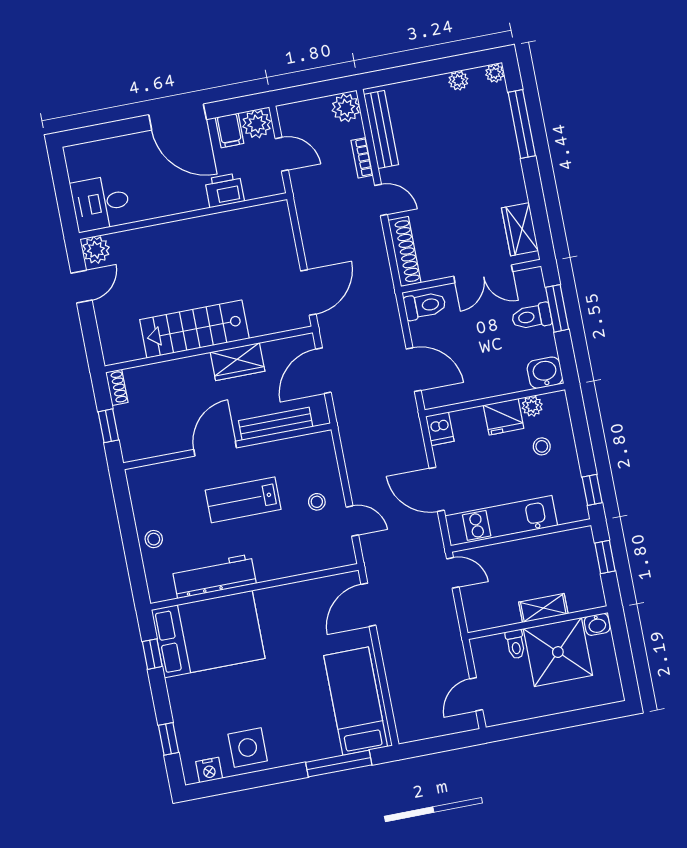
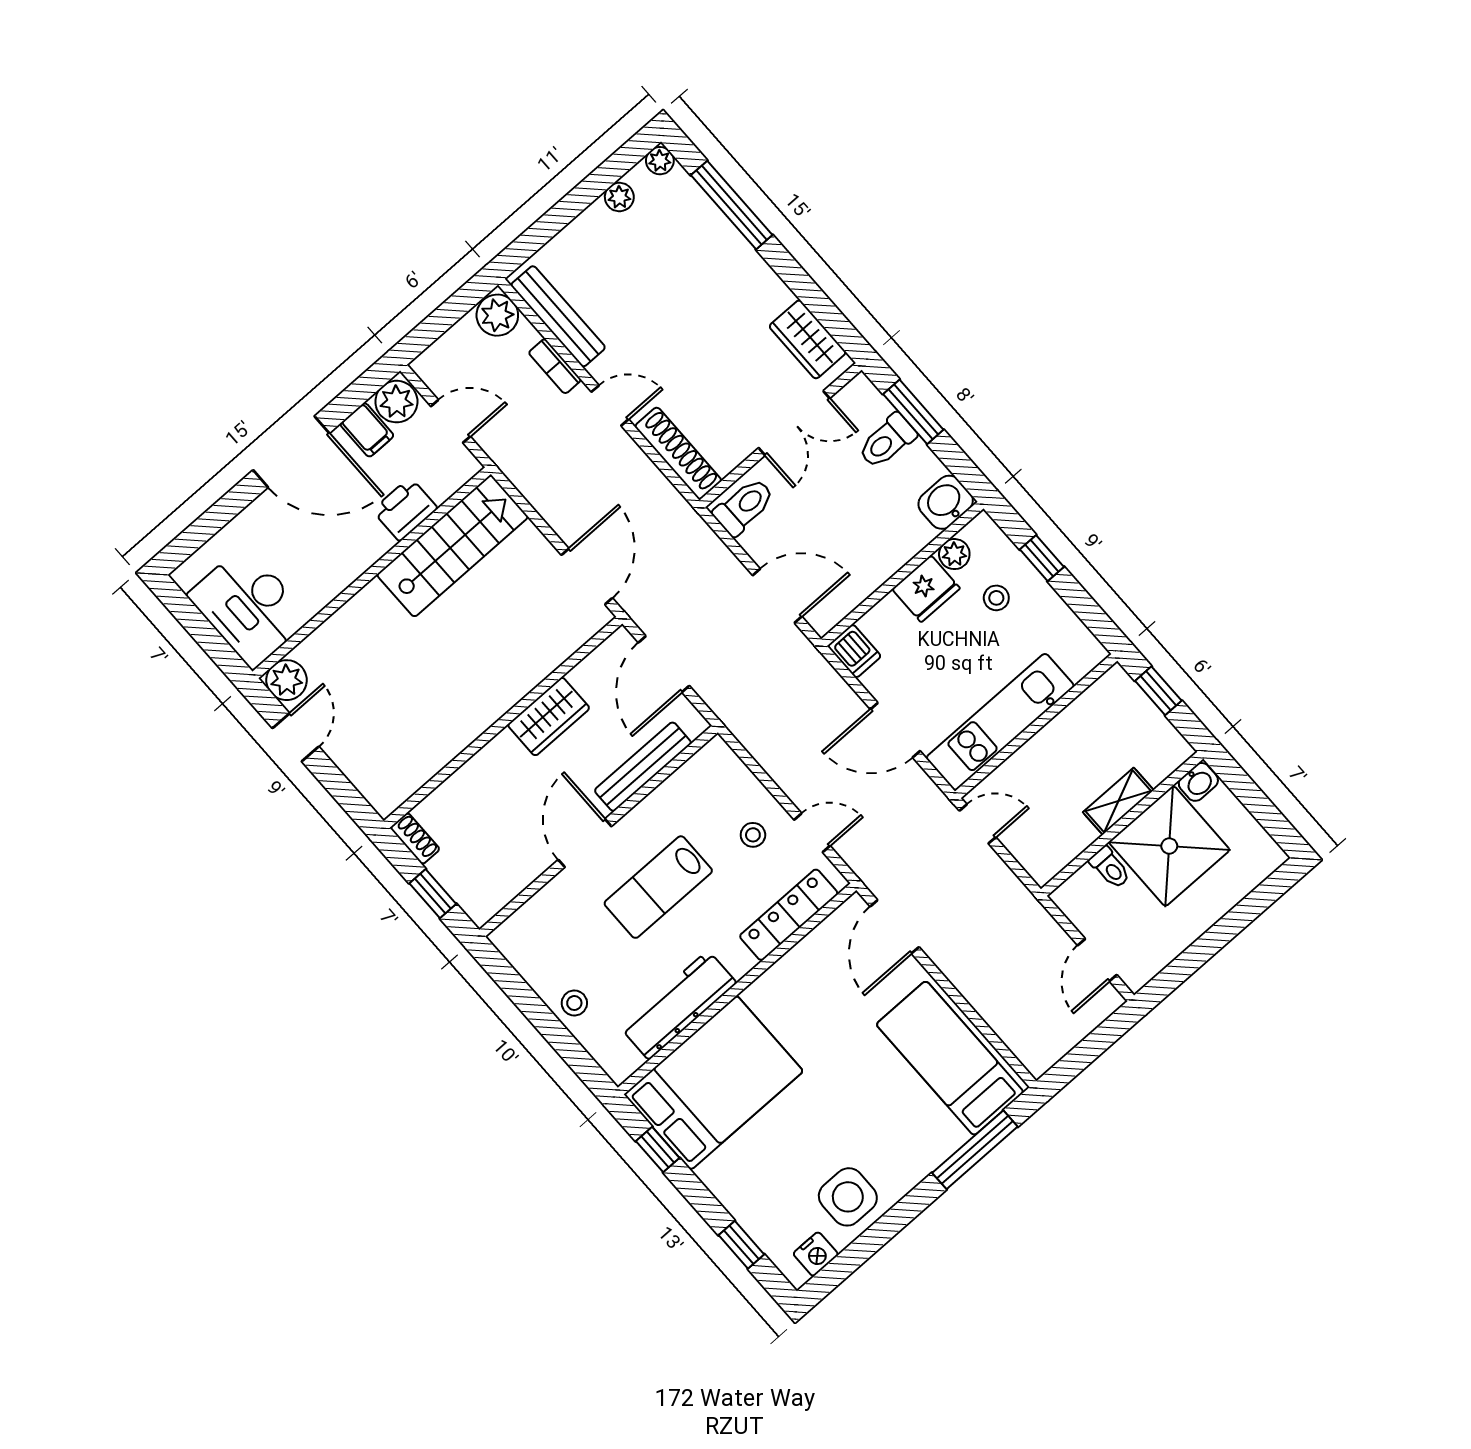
desk: (101, 203) -> (249, 607), width x1.37
stairs: (194, 329) -> (453, 546), moved, turned 180
window: (592, 490) -> (1042, 558), moved
locker: (310, 561) -> (789, 915), added

